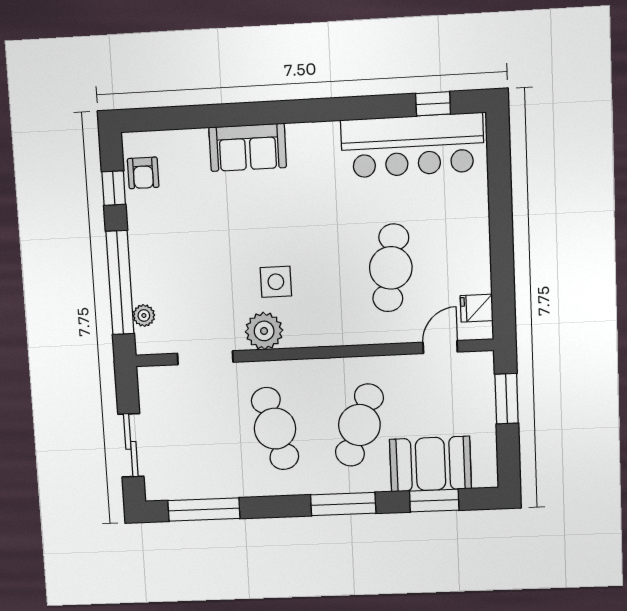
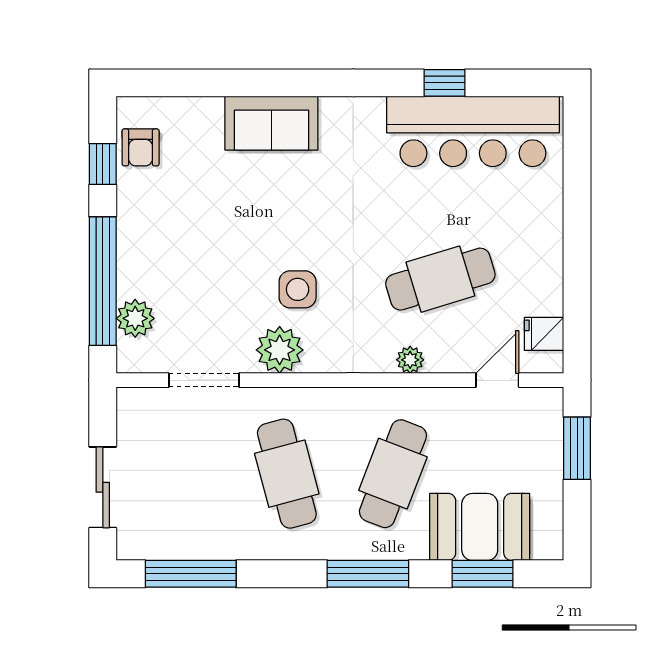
window: (433, 104) -> (444, 83), moved
cafe table: (391, 268) -> (440, 279), turned 65
plant: (144, 315) -> (135, 318), width x1.38, depth x1.38
plant: (369, 334) -> (410, 360), added

